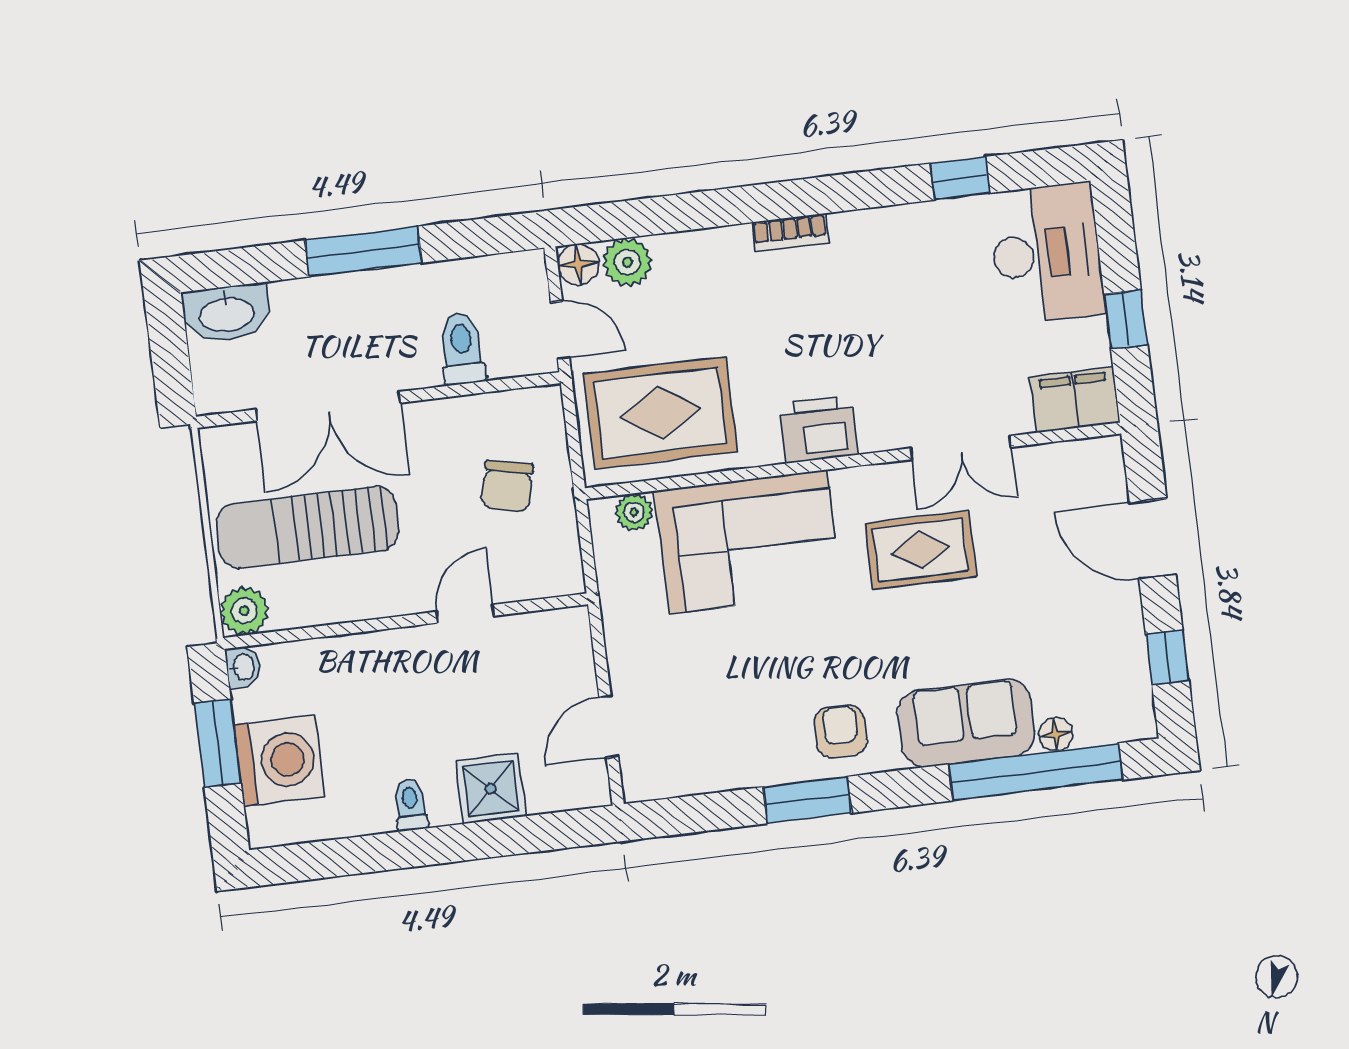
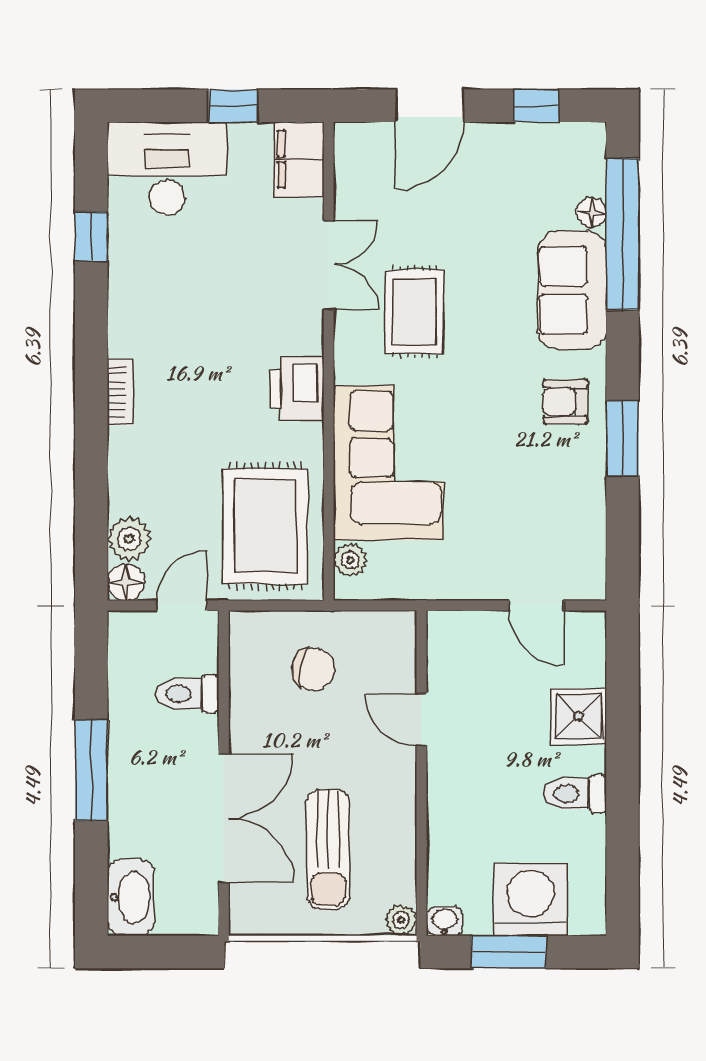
sun lounger: (308, 527) -> (328, 849), width x0.73, depth x0.75
plant: (244, 611) -> (401, 920), width x0.73, depth x0.73
toilet: (410, 805) -> (575, 794), width x1.37, depth x1.39

